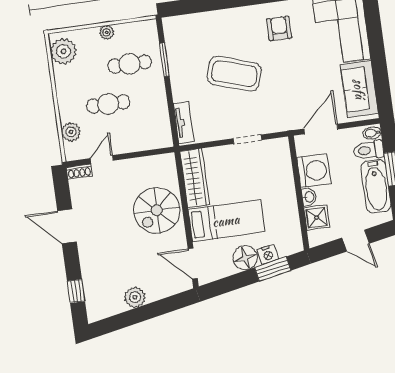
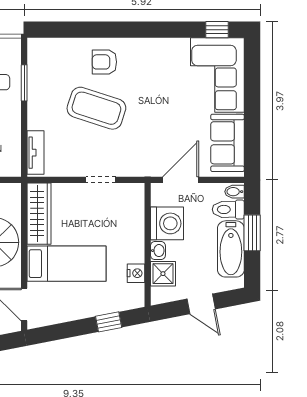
armchair: (279, 28) -> (104, 62), moved, turned -90
nightstand: (268, 254) -> (136, 273), moved, turned -79
floor lamp: (245, 258) -> (81, 306), removed
window: (273, 269) -> (109, 322), width x0.67

